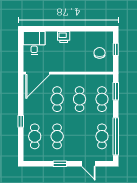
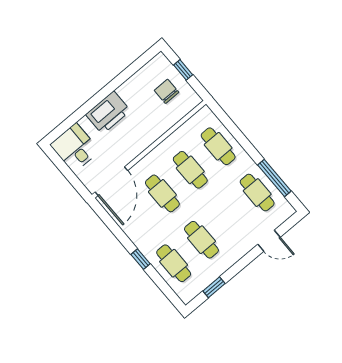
printer: (64, 37) -> (108, 113), width x1.87, depth x1.48
window: (116, 91) -> (227, 122), removed
window: (116, 136) -> (274, 178), width x0.68
window: (60, 164) -> (214, 287), moved

